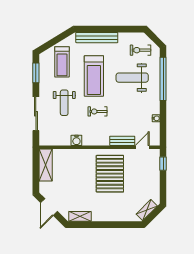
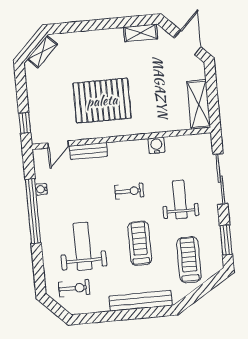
treadmill: (94, 76) -> (140, 243), width x0.73, depth x0.73
weight bench: (132, 78) -> (83, 246), turned -90
window: (163, 79) -> (33, 211), moved
pallet: (110, 174) -> (102, 101), turned 90

